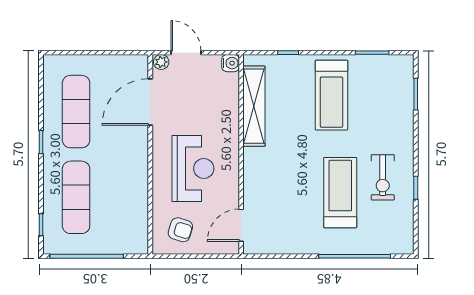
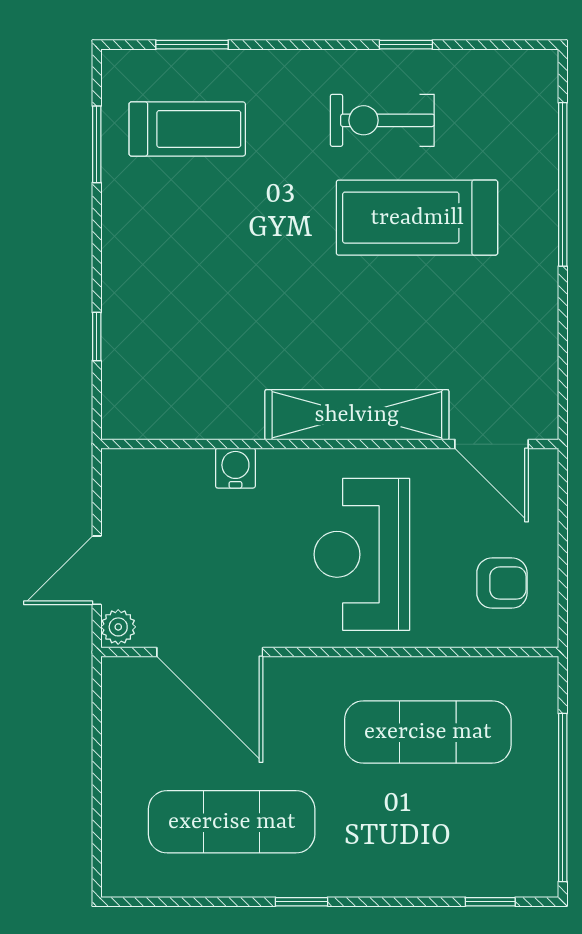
water cooler: (231, 63) -> (235, 468), moved
treadmill: (332, 95) -> (187, 129), moved, width x0.73, depth x0.73
shelving: (254, 106) -> (357, 415), moved
reception desk: (193, 168) -> (362, 554), turned -90
exercise bike: (383, 177) -> (382, 120), turned 180
exercise mat: (76, 197) -> (428, 732), moved
armchair: (180, 230) -> (502, 583), turned 73

